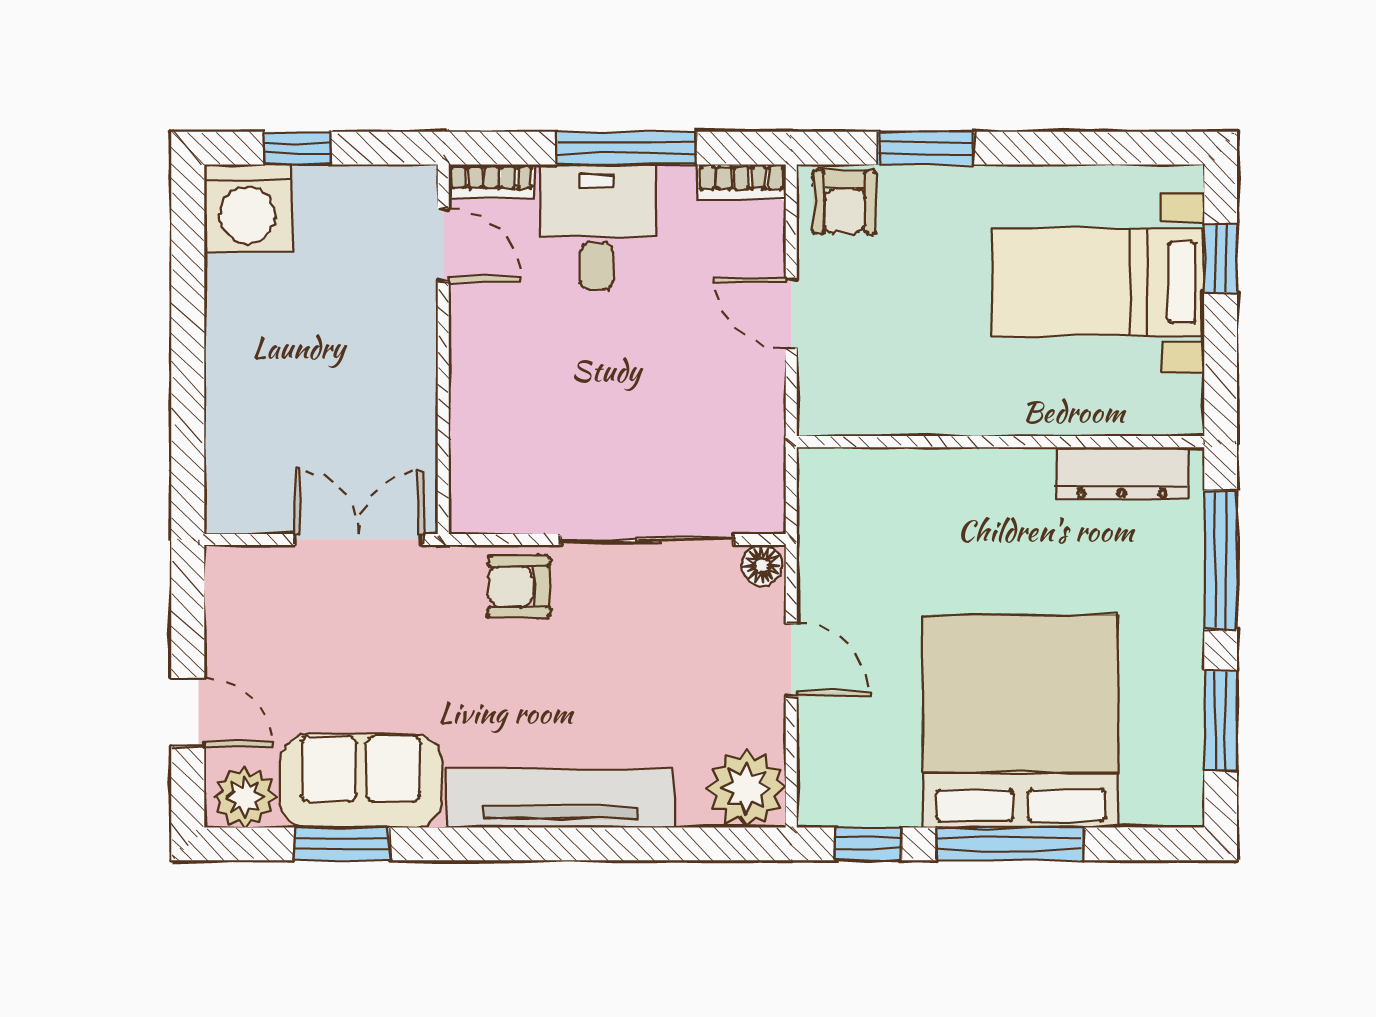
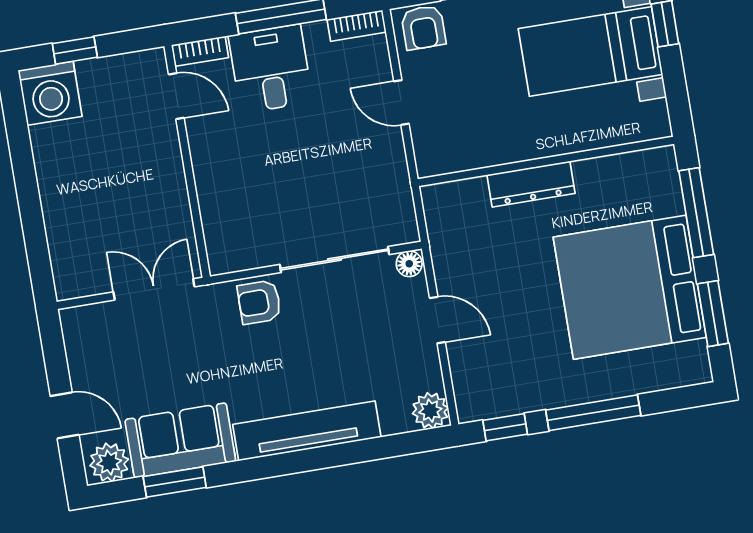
dresser: (1122, 473) -> (531, 184), moved
bed: (1020, 722) -> (630, 287), moved, turned -90
plant: (746, 788) -> (430, 411), width x0.73, depth x0.73

